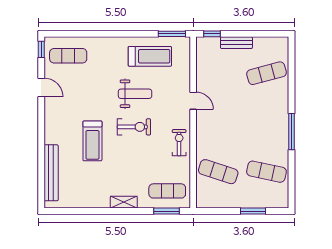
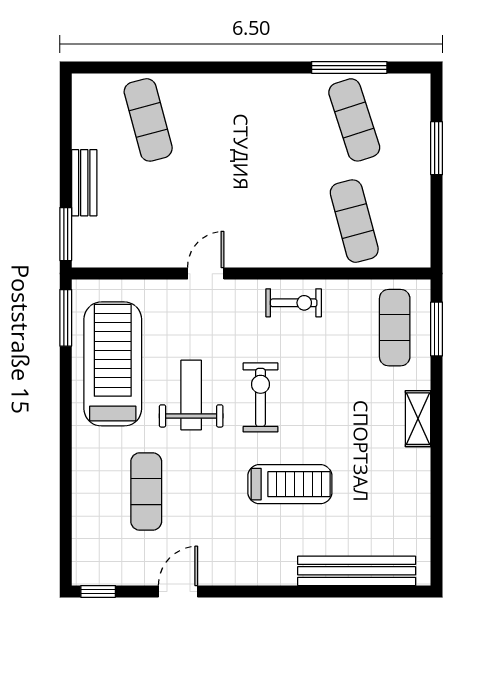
window: (212, 34) -> (66, 234), width x1.50
exercise mat: (68, 56) -> (146, 491), moved
treadmill: (150, 56) -> (113, 364), width x1.37, depth x1.38
window: (292, 132) -> (349, 67), moved
exercise bike: (179, 143) -> (294, 303), turned 180
exercise mat: (218, 172) -> (354, 221), turned -33
exercise mat: (266, 172) -> (354, 120), turned -30

